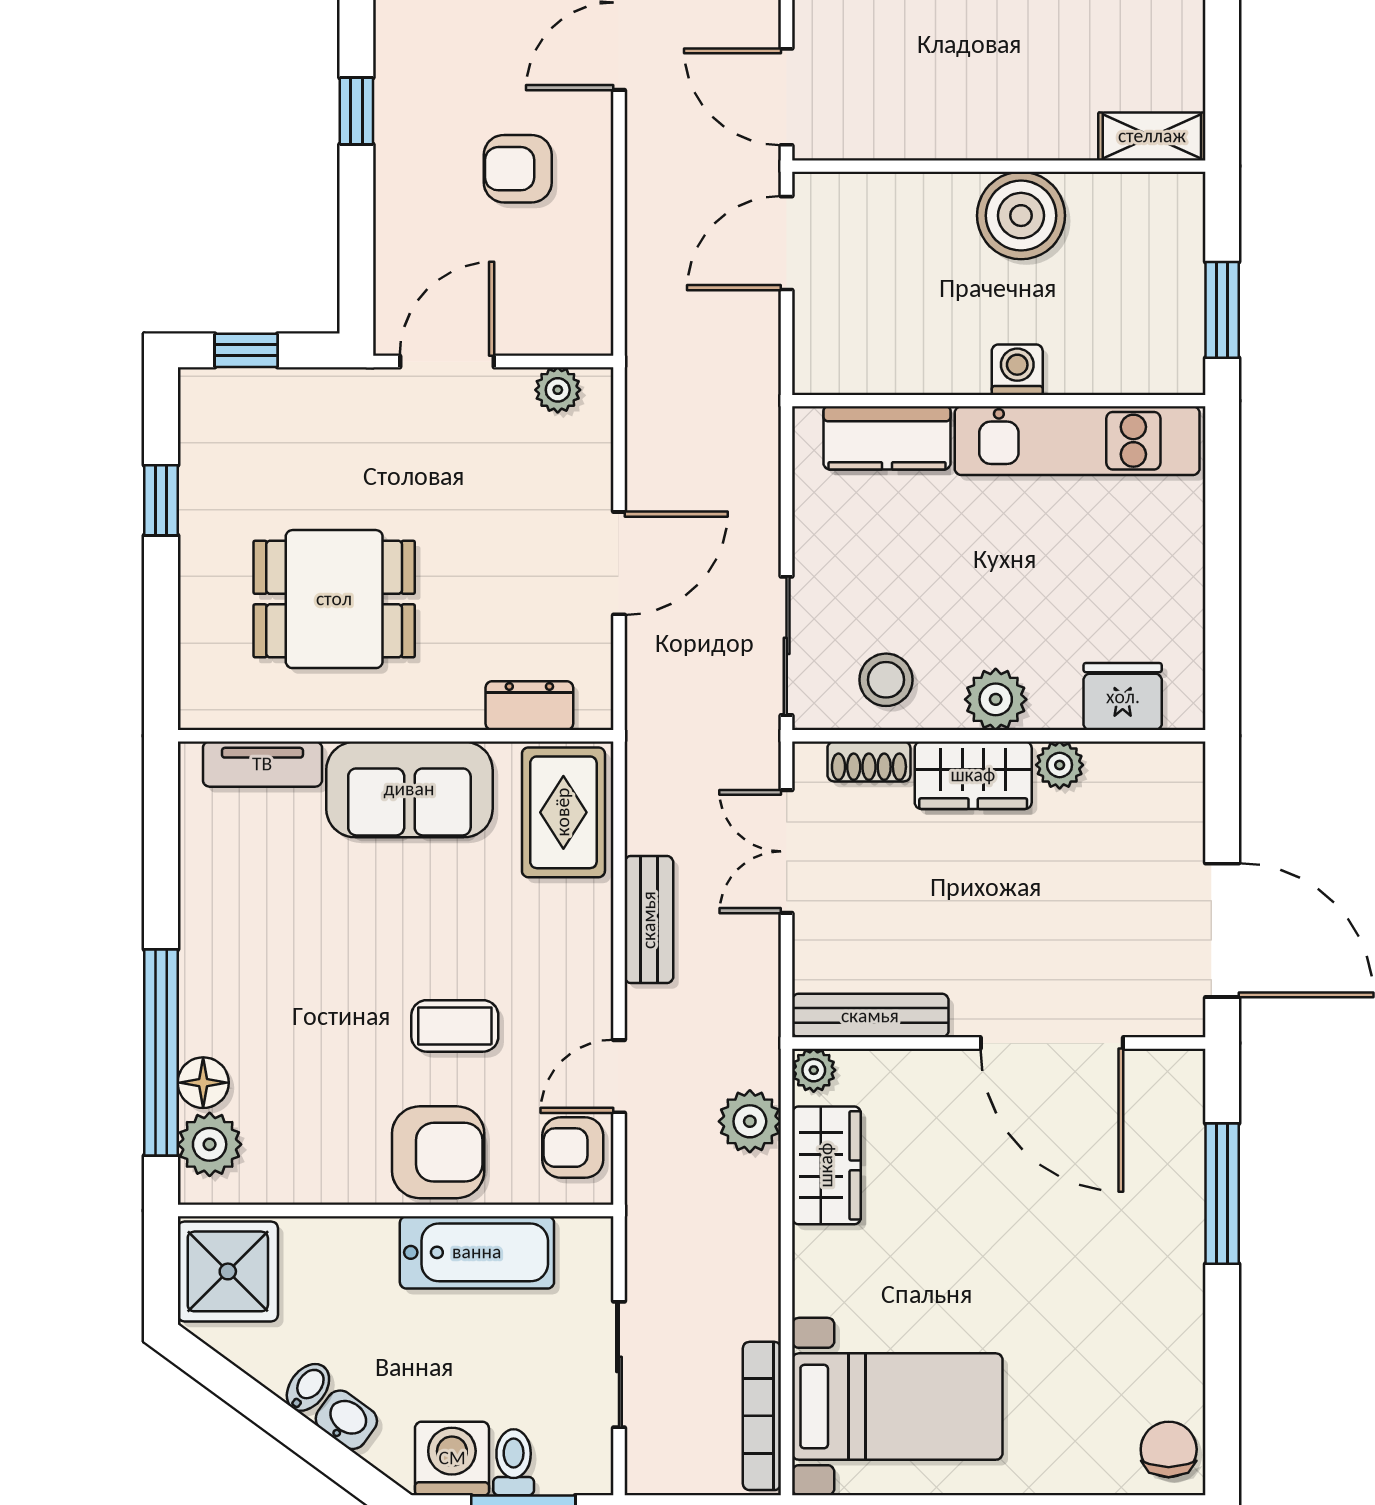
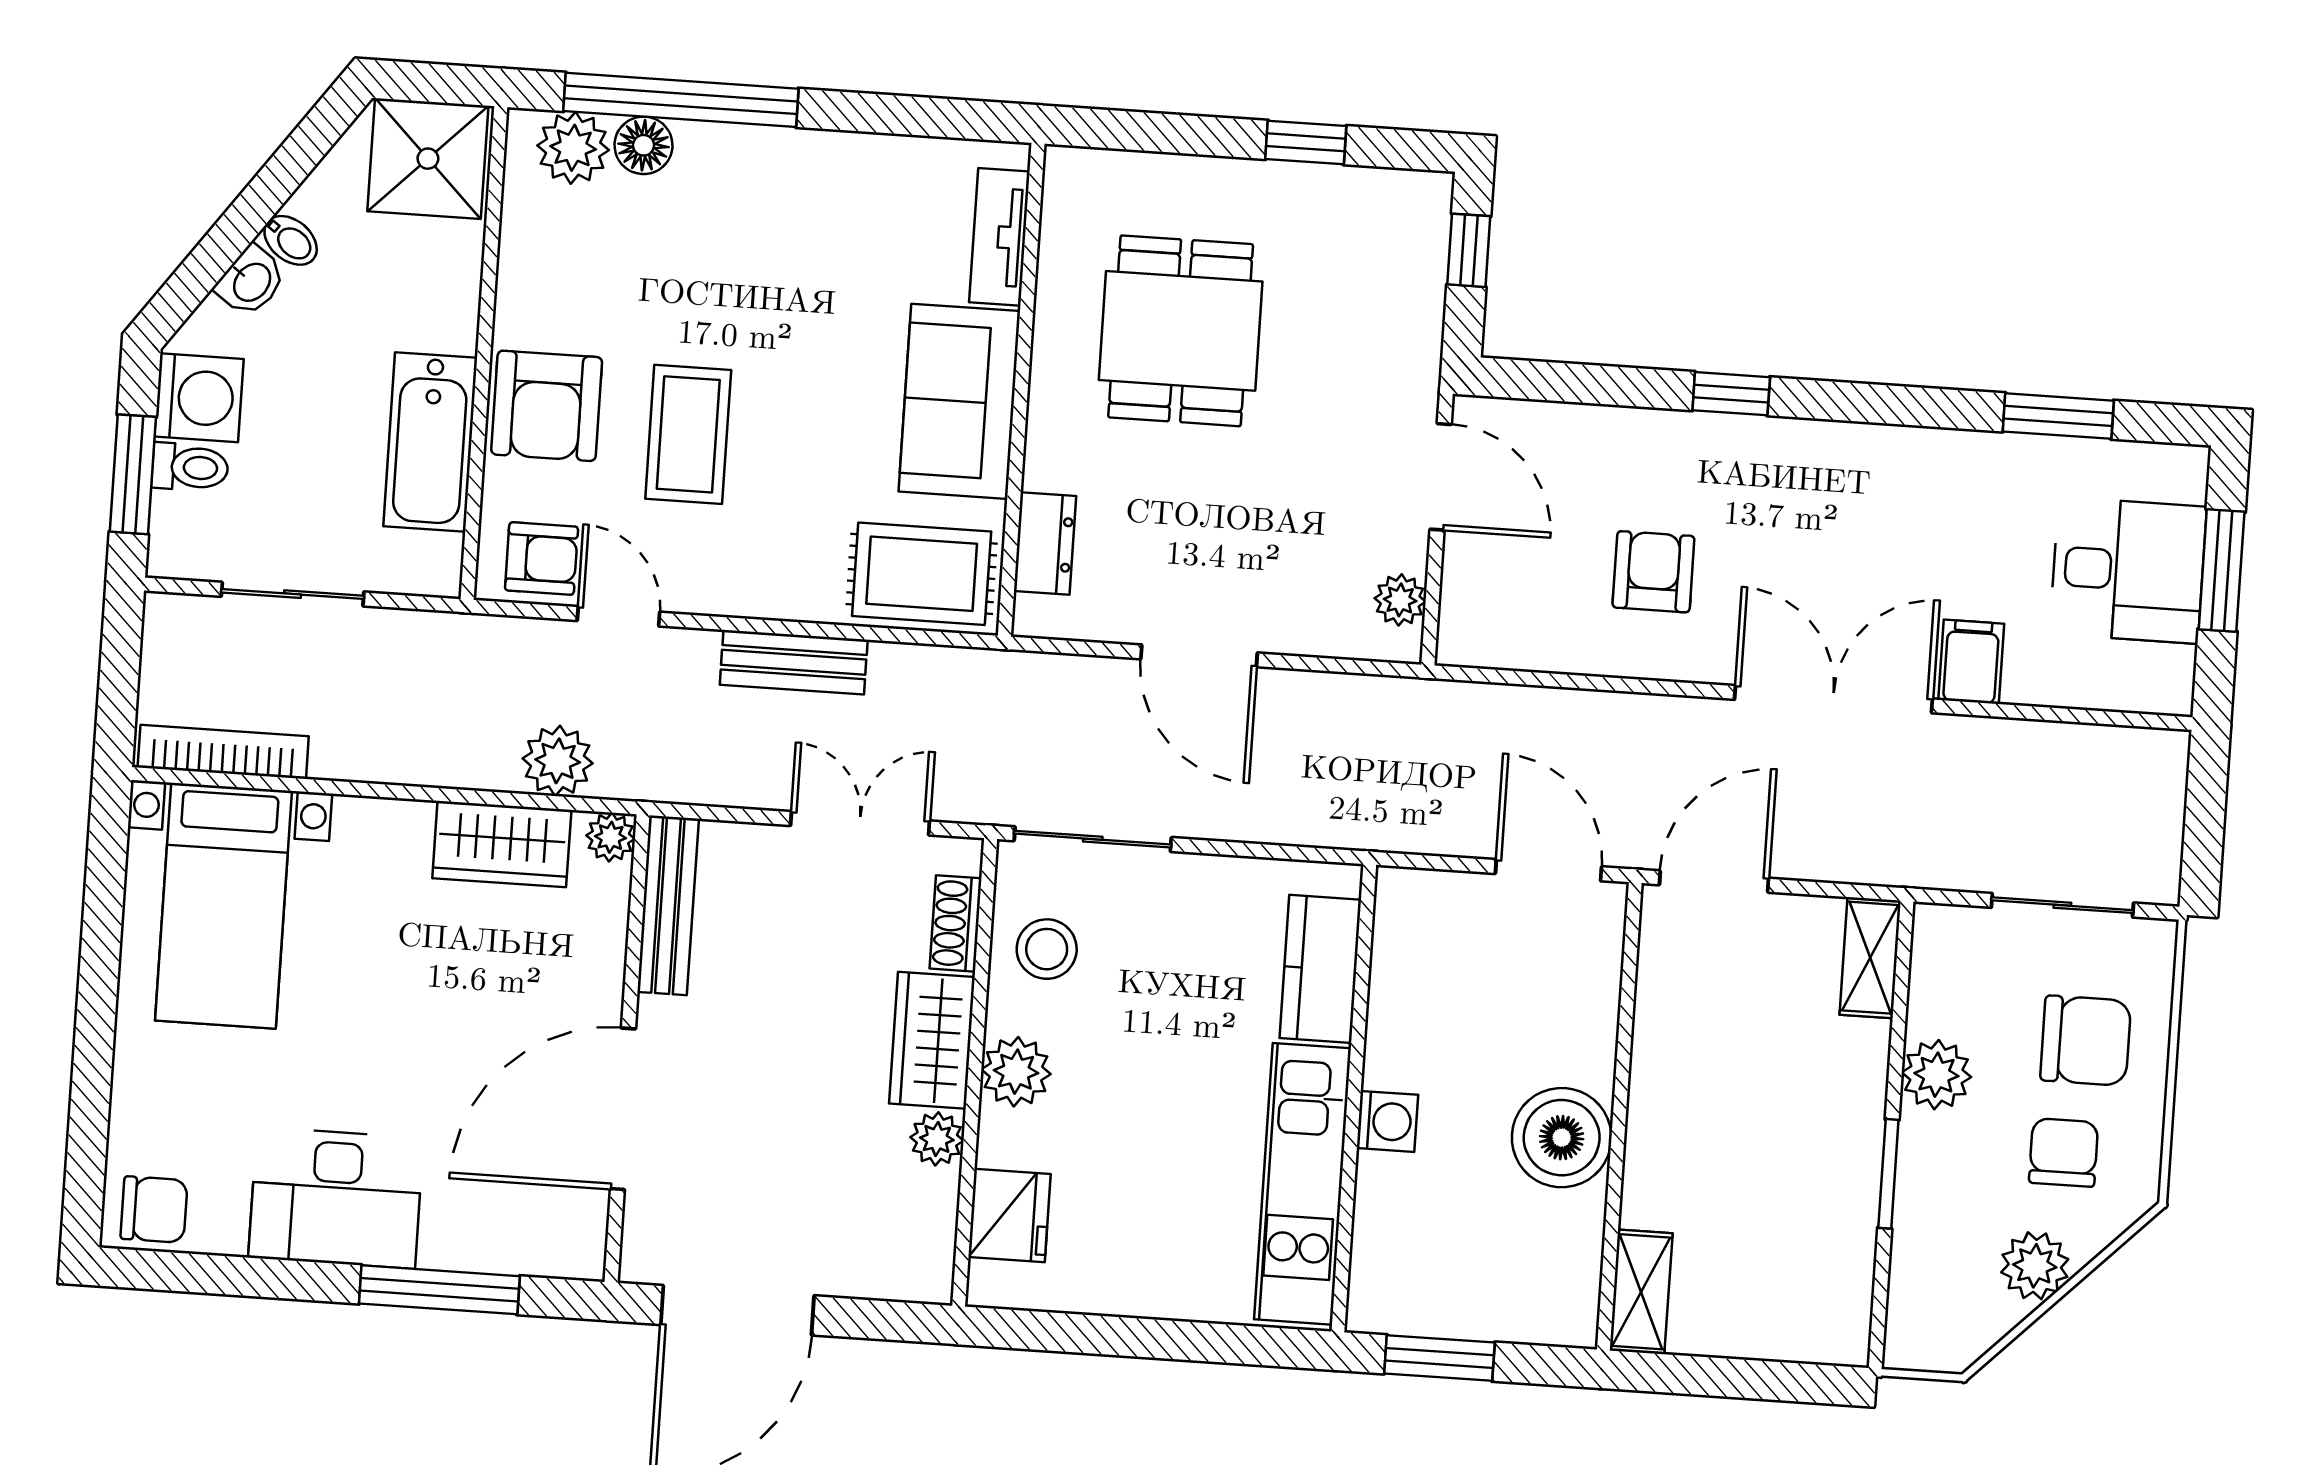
coffee table: (455, 1026) -> (688, 434), width x1.36, depth x1.30
armchair: (573, 1148) -> (542, 559), turned 90
desk: (1148, 1290) -> (336, 1198), added

